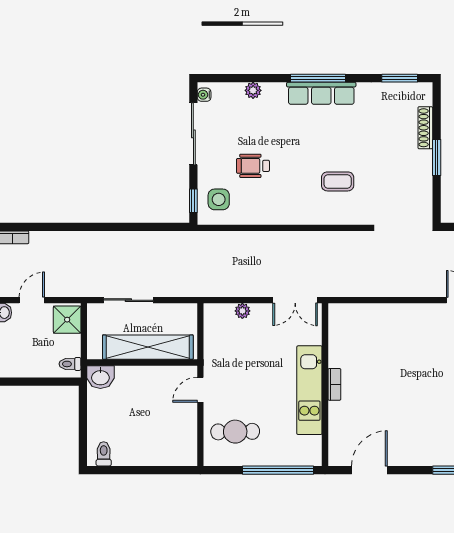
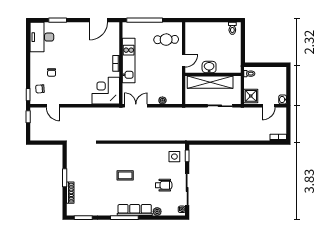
row of seats: (321, 93) -> (135, 210), moved
wheelchair: (253, 166) -> (164, 185), moved
coffee table: (338, 181) -> (125, 175), moved
corner desk: (355, 330) -> (106, 91), added
washbasin: (100, 377) -> (209, 67), moved

